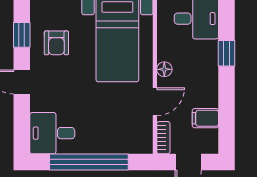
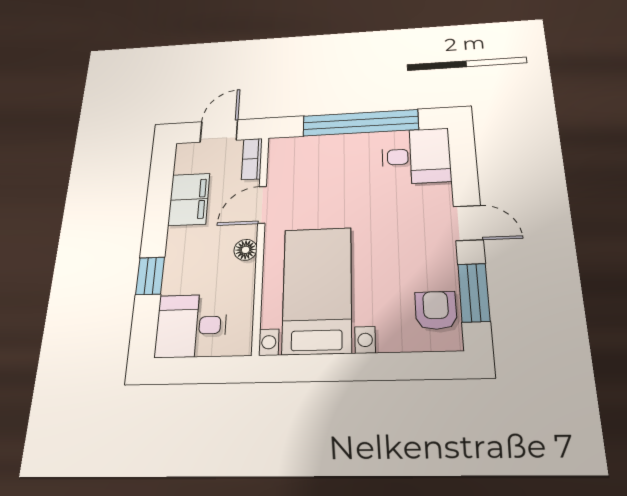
window: (22, 35) -> (474, 293), width x1.50
armchair: (56, 43) -> (436, 310), moved
filing cabinet: (205, 118) -> (189, 199), width x2.00

